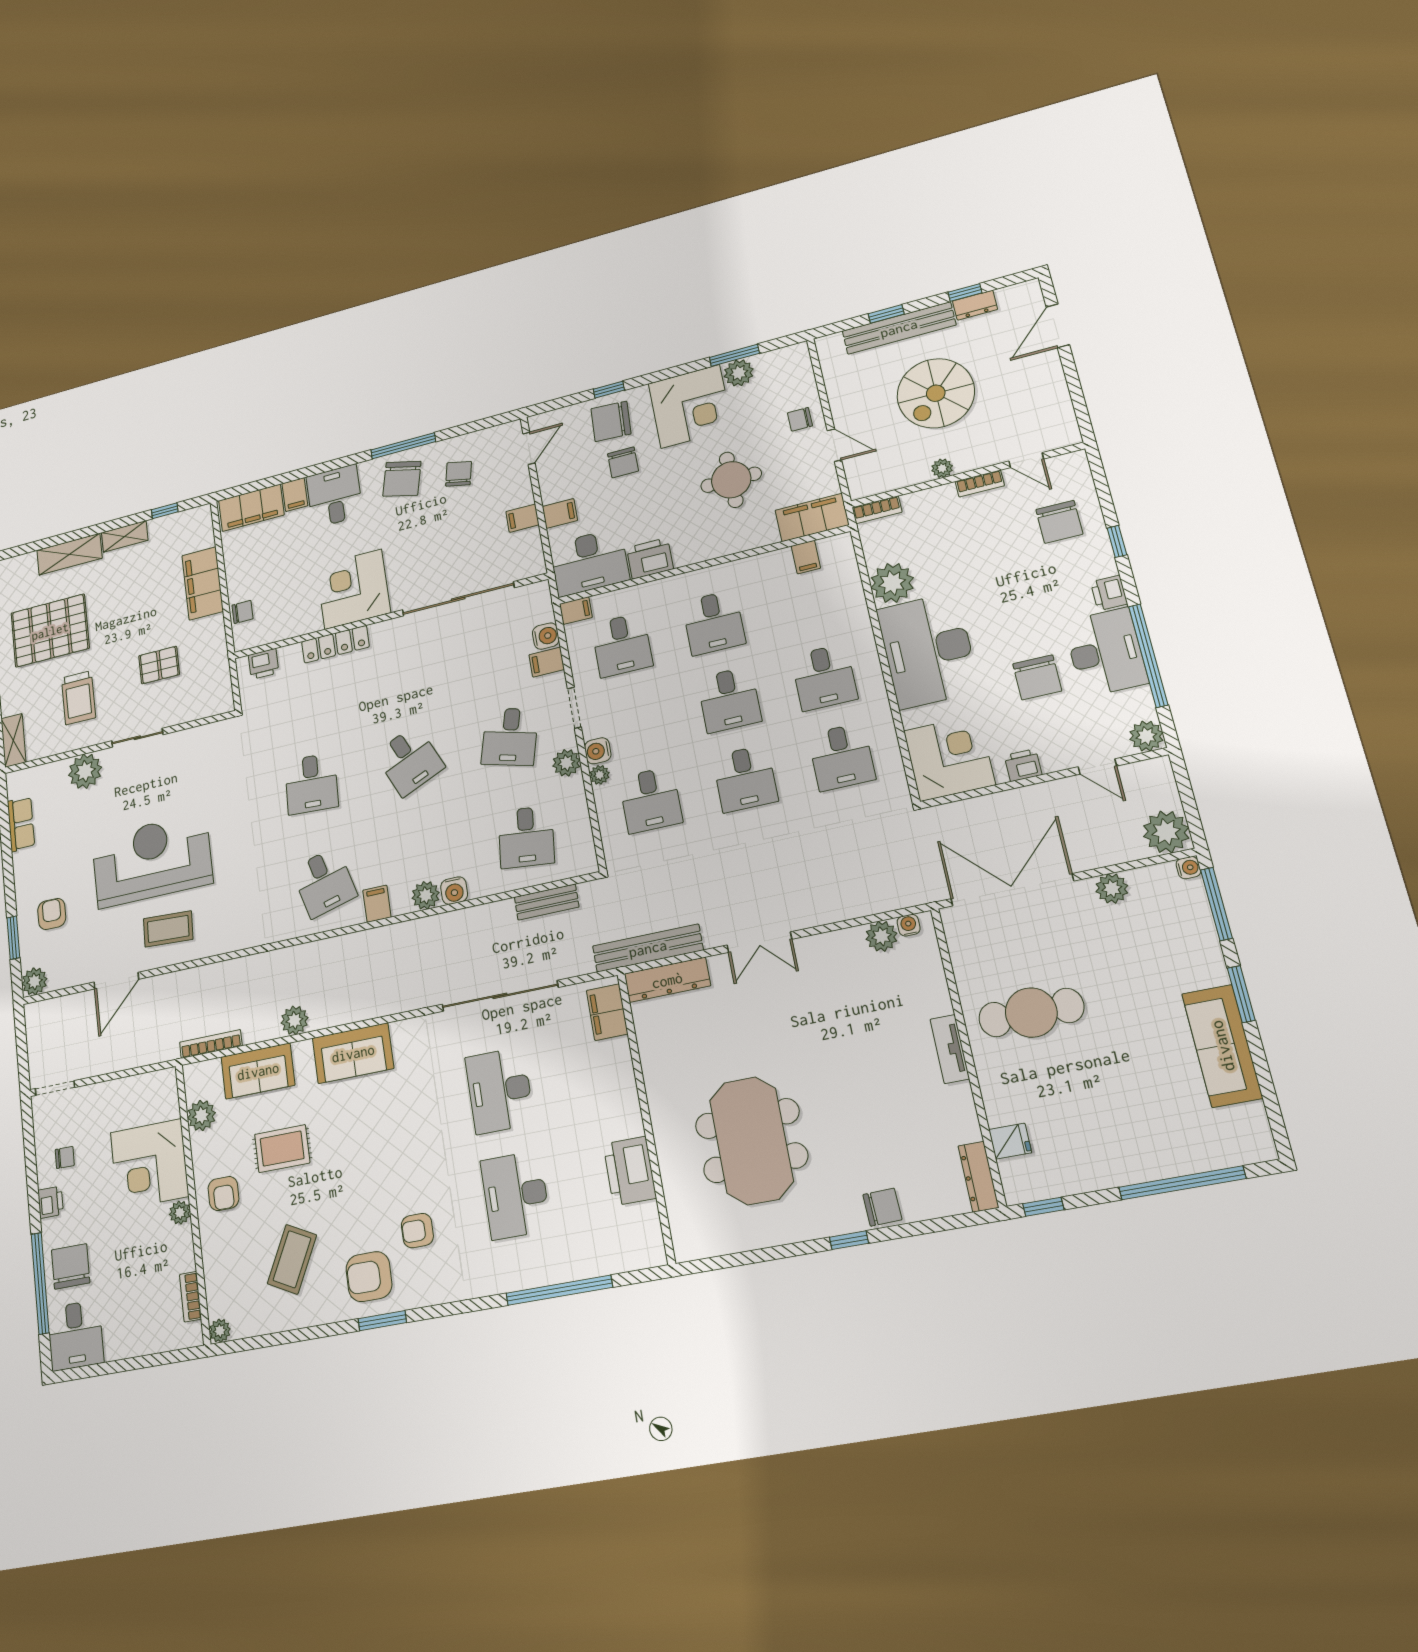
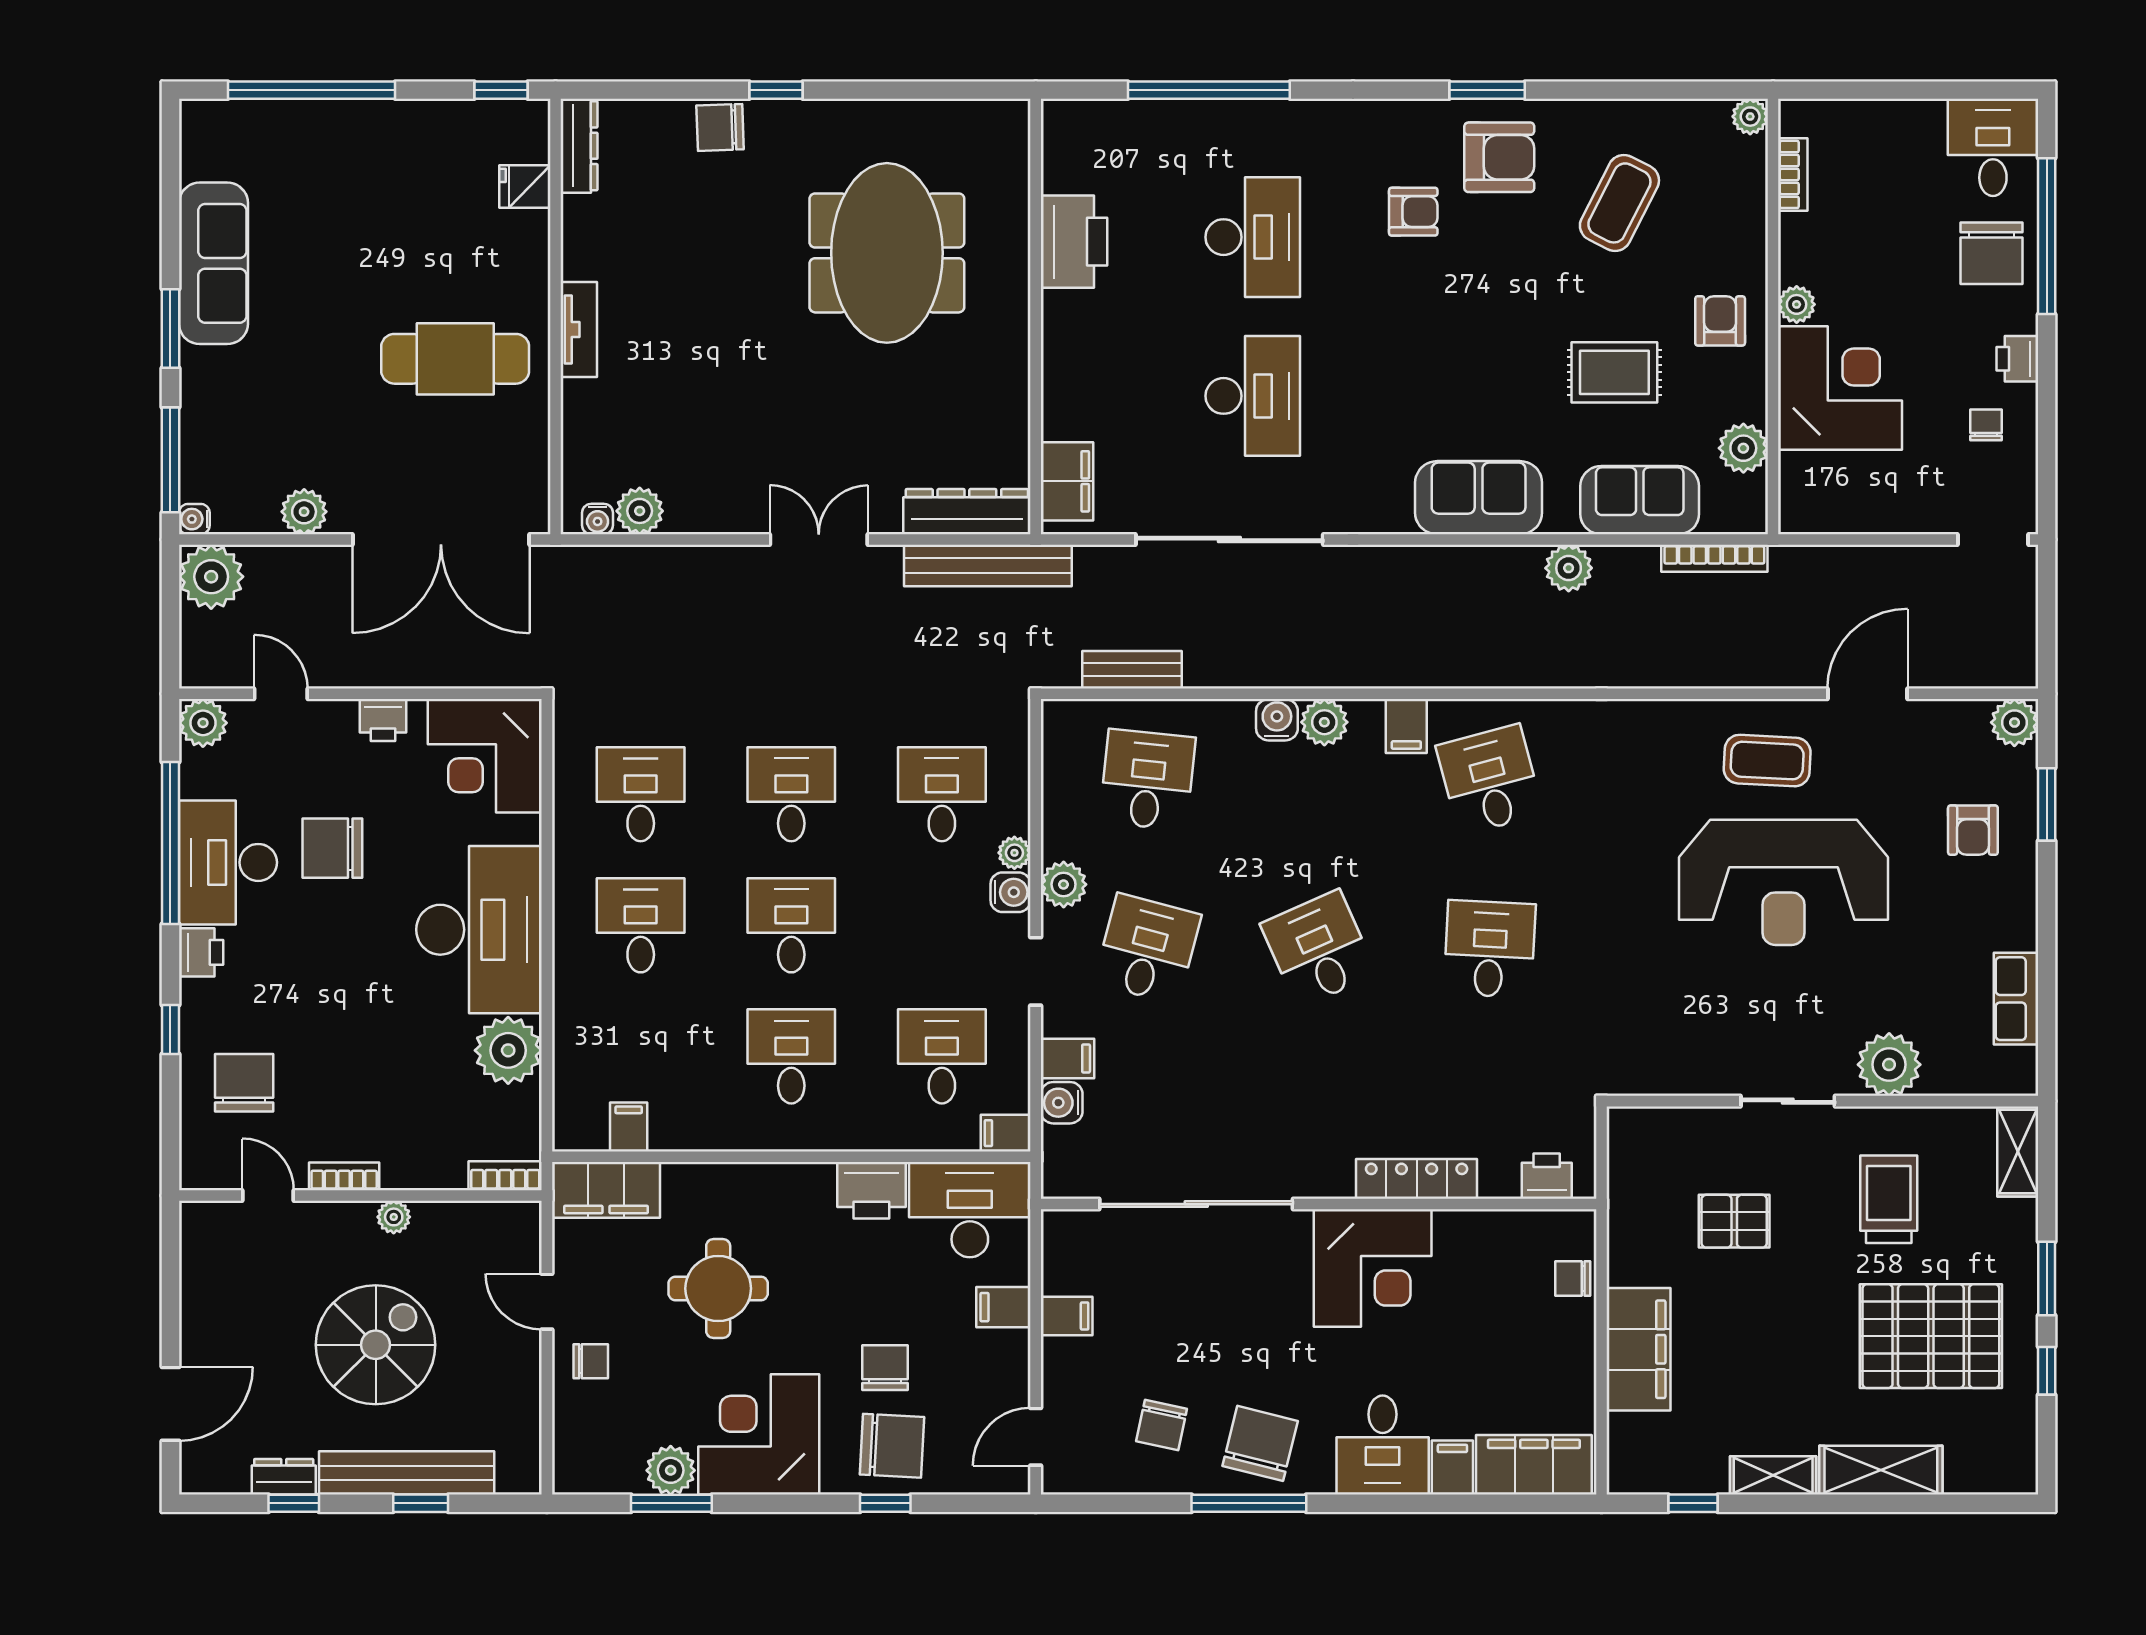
chair: (1037, 677) -> (332, 848), turned -90
chair: (65, 1157) -> (1986, 425), turned 89

